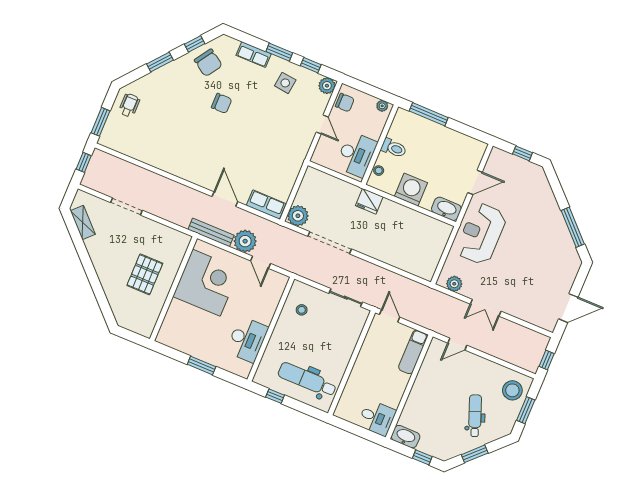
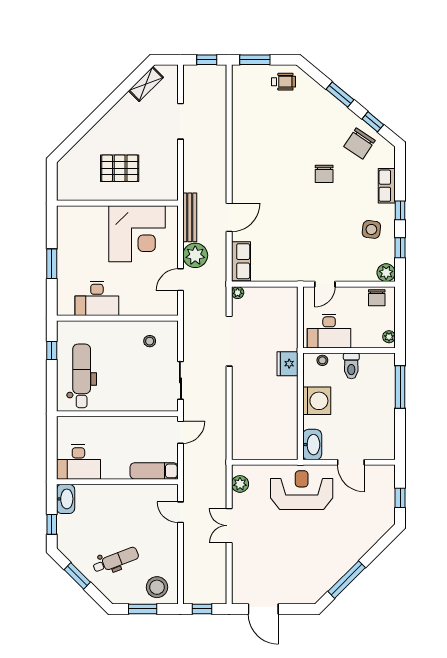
window: (279, 52) -> (400, 210), width x0.67
door: (322, 124) -> (325, 284), moved
plant: (298, 216) -> (238, 293), width x0.53, depth x0.53
desk: (377, 418) -> (78, 462), width x1.37

